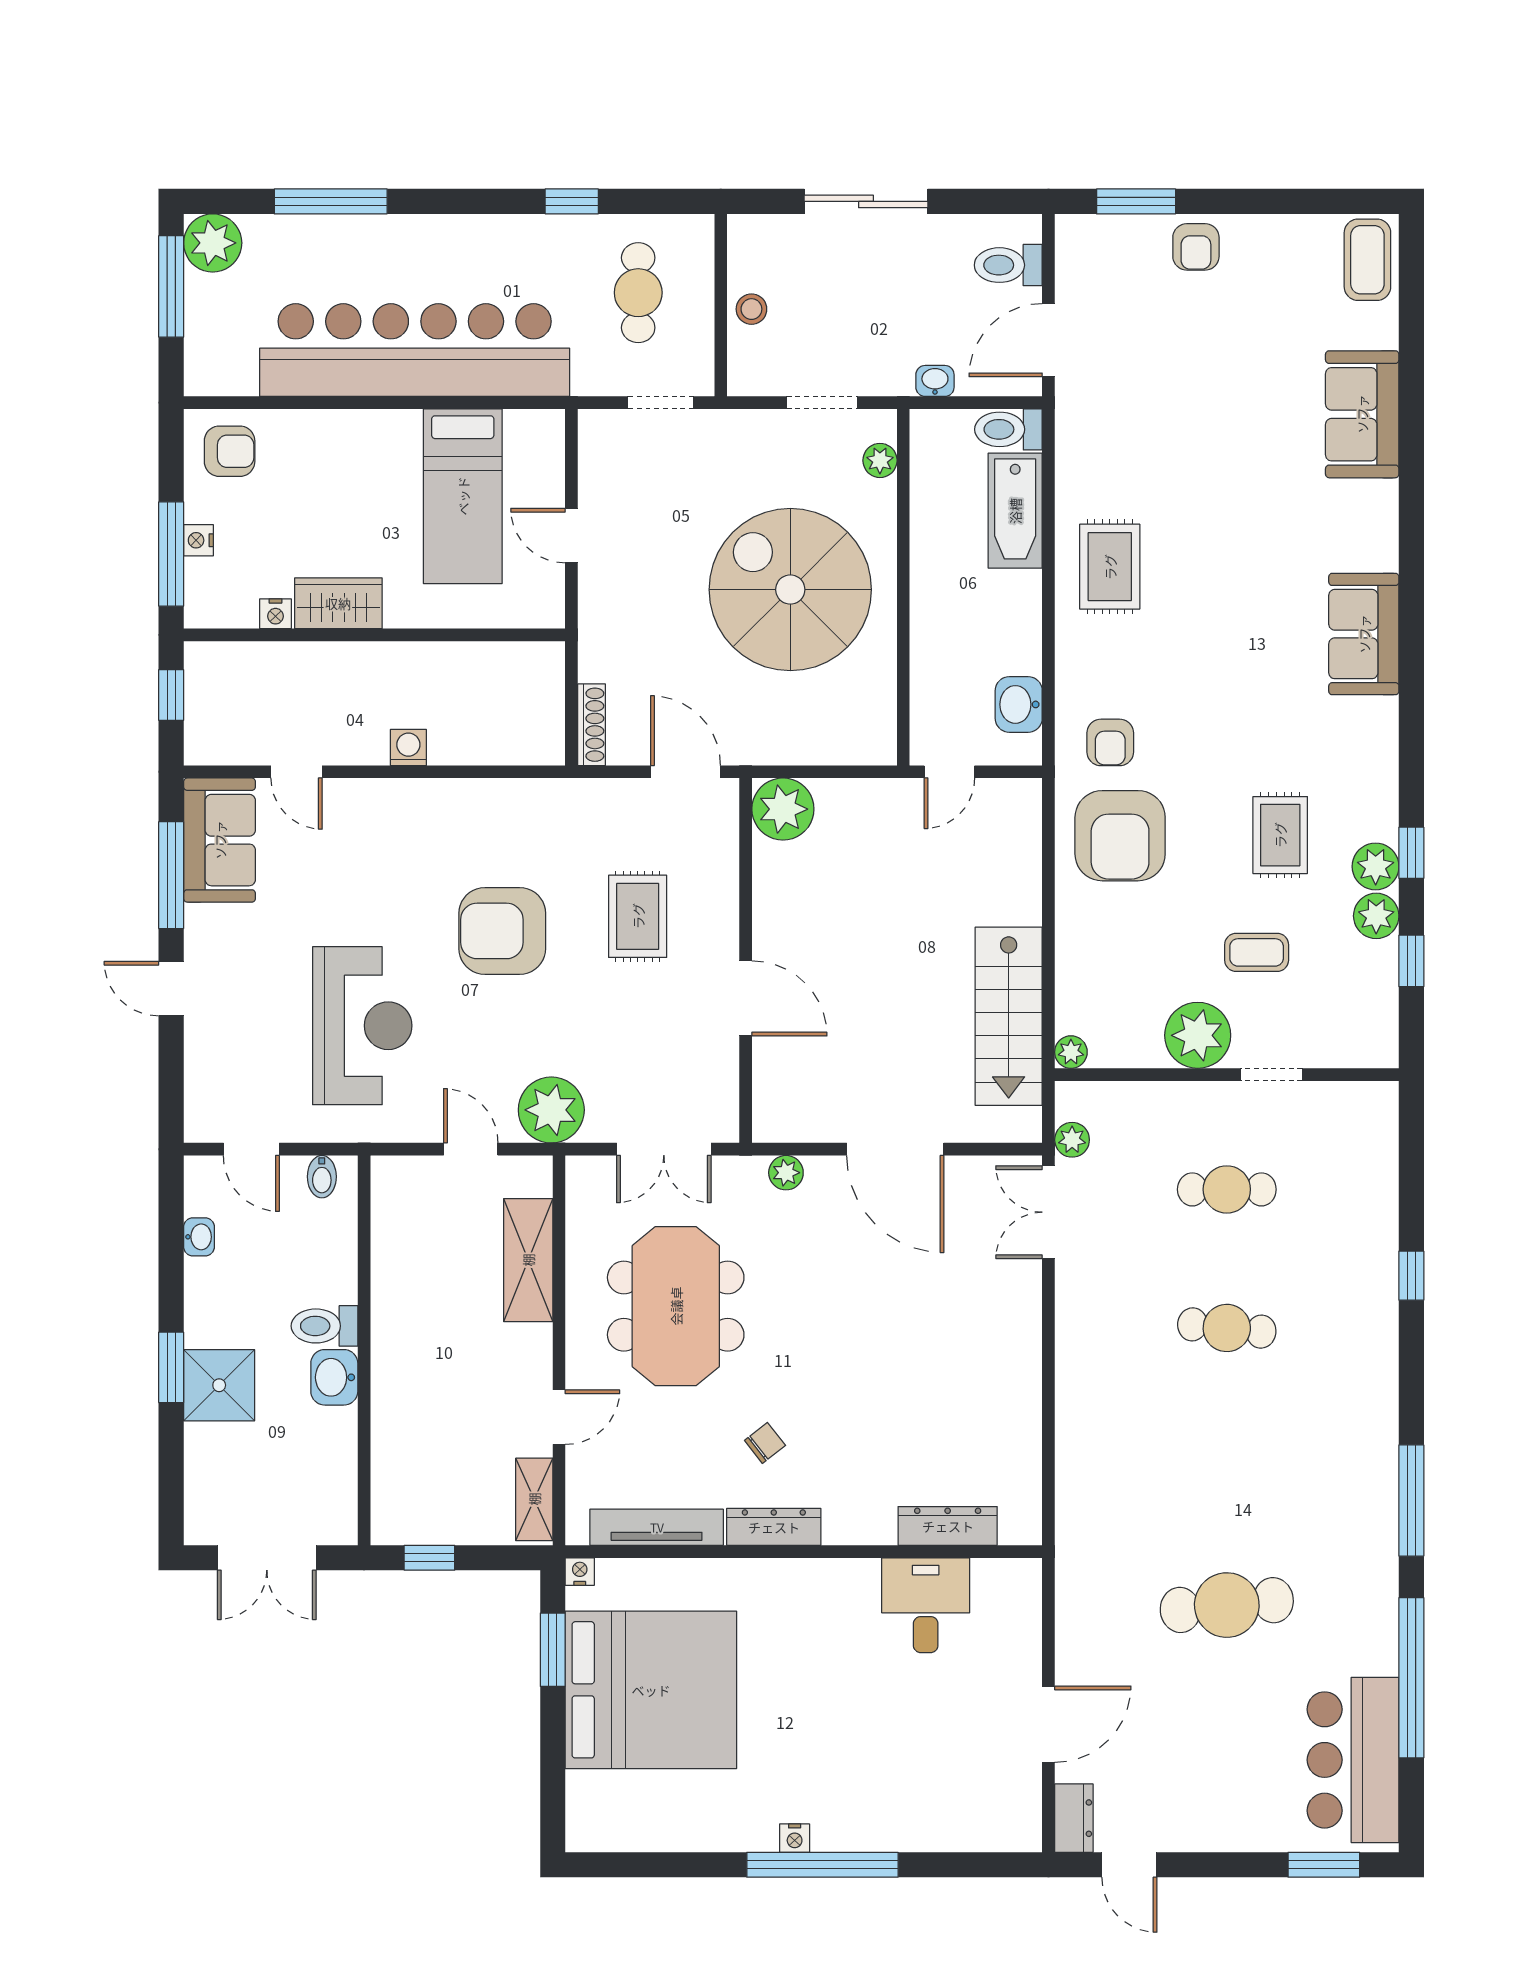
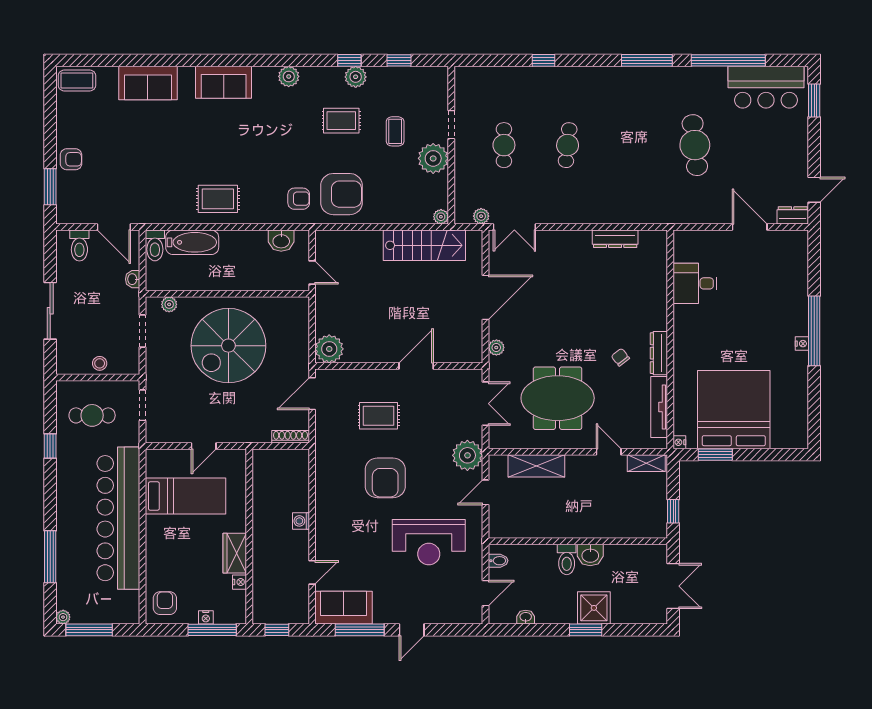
plant: (213, 243) -> (63, 617), width x0.53, depth x0.53
sofa: (1364, 634) -> (224, 82), moved
plant: (1376, 916) -> (289, 76), moved
reception desk: (362, 1026) -> (429, 542), turned 180
dresser: (948, 1526) -> (615, 239), moved, turned -90

